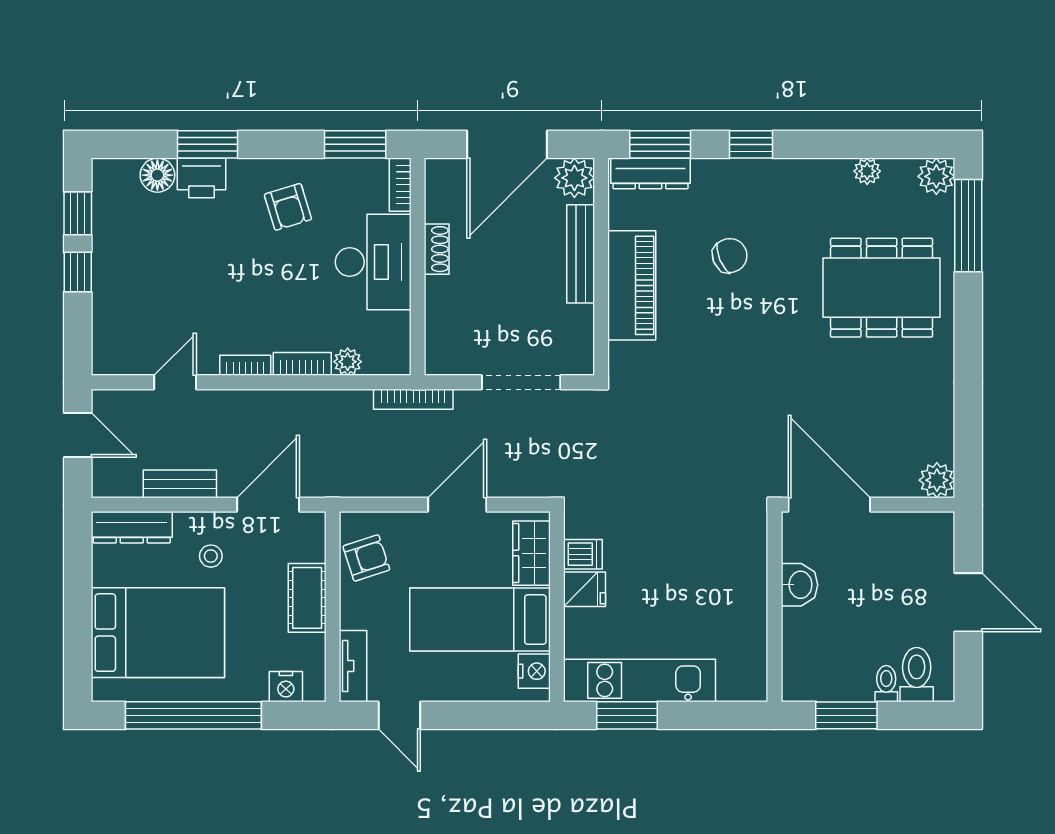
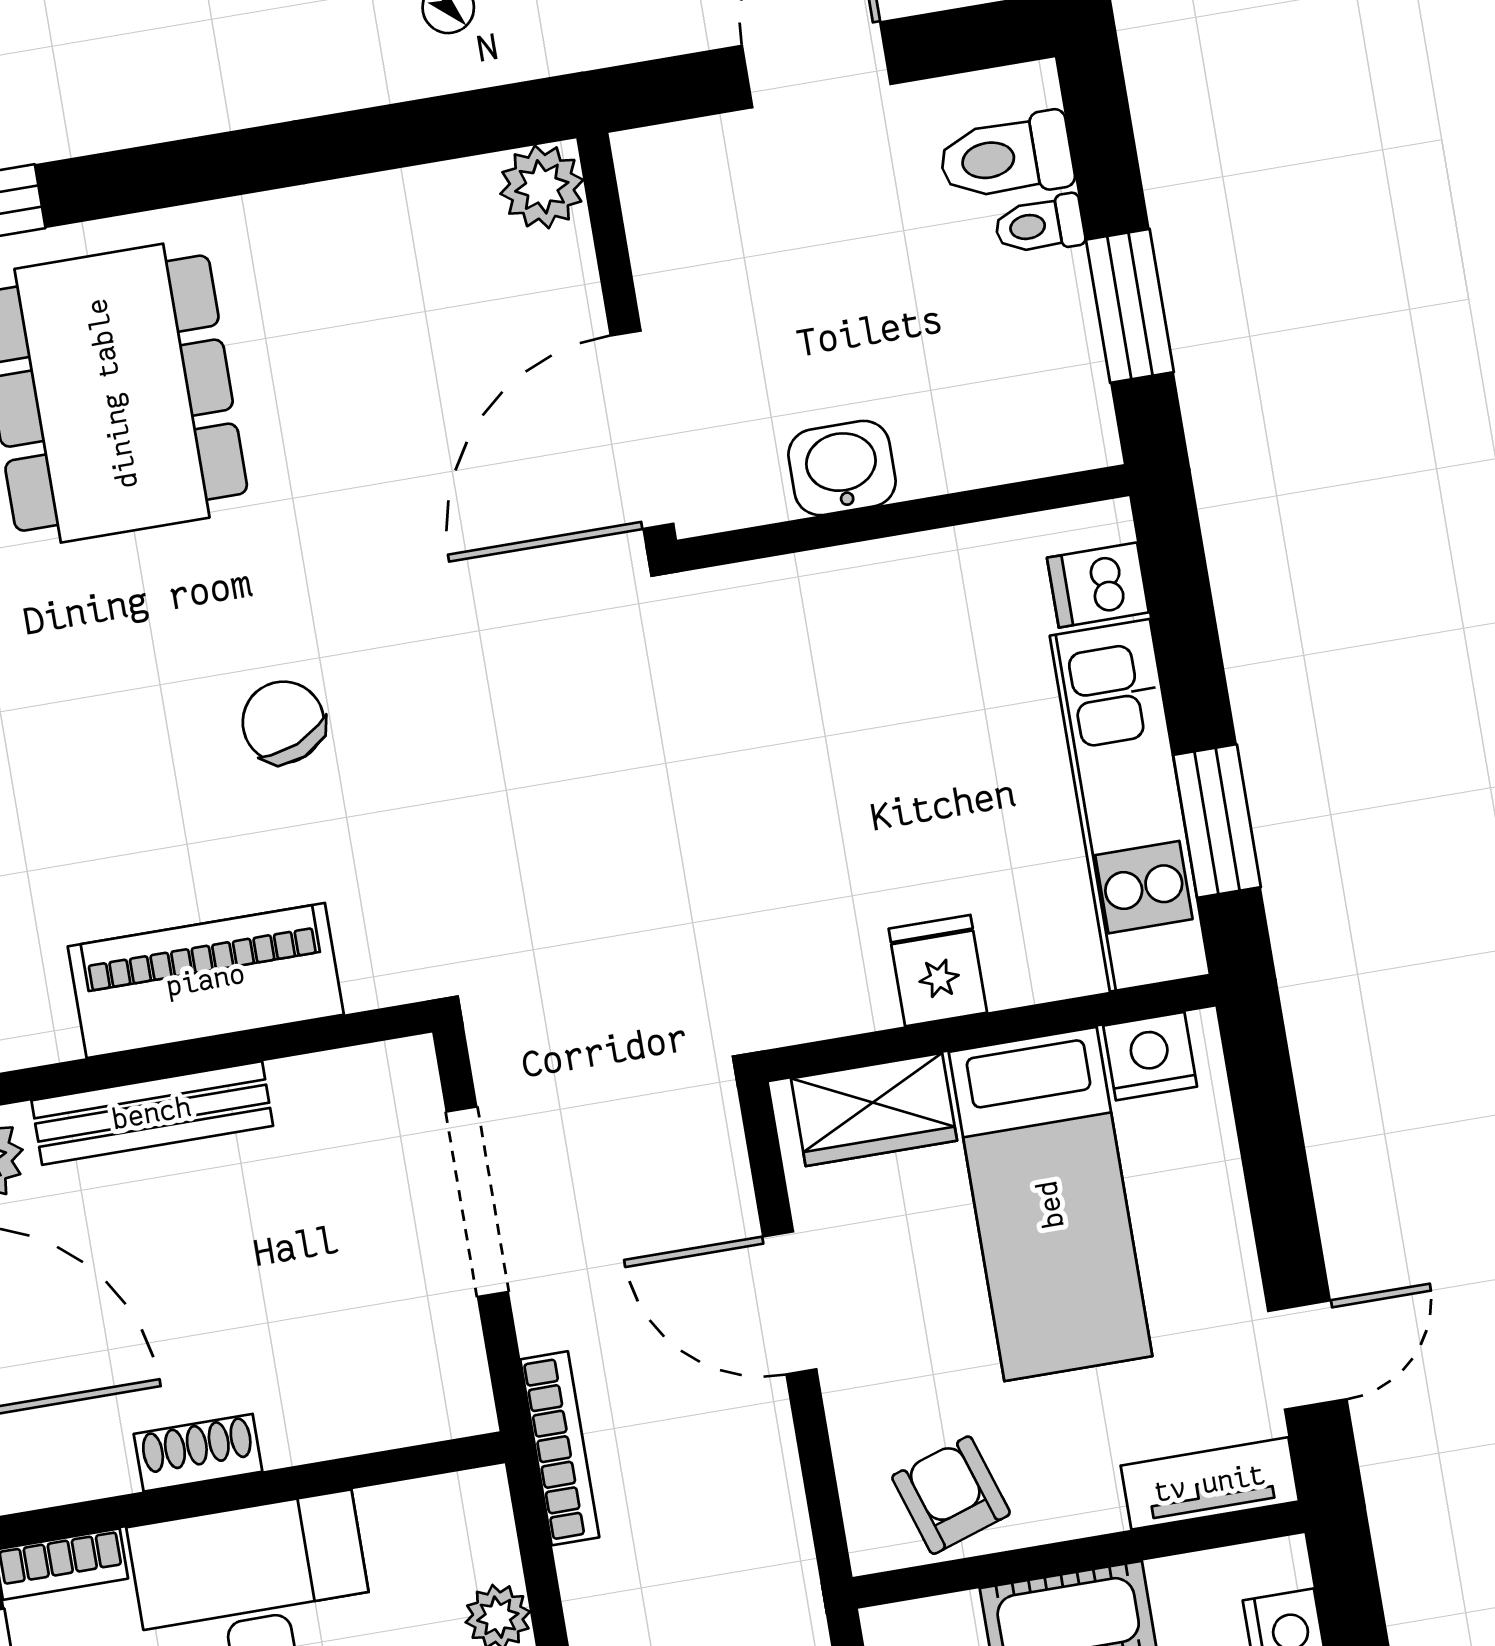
chair: (730, 256) -> (283, 722), moved
dishwasher: (583, 554) -> (1098, 585), moved, turned -90

